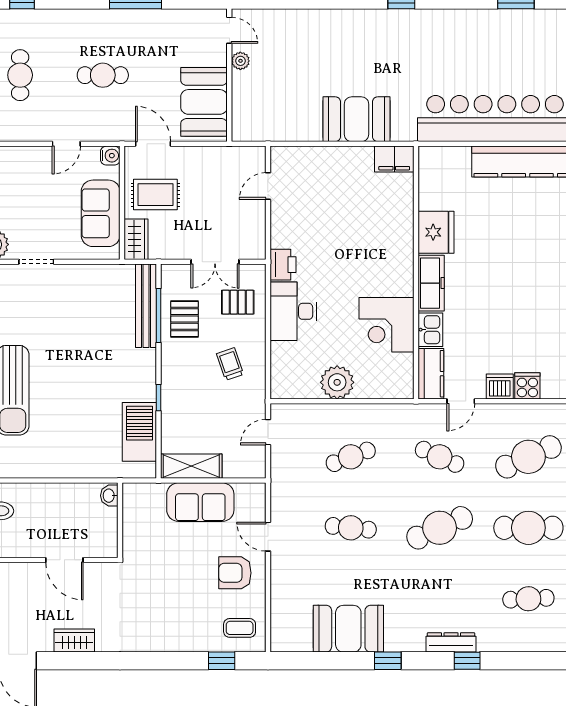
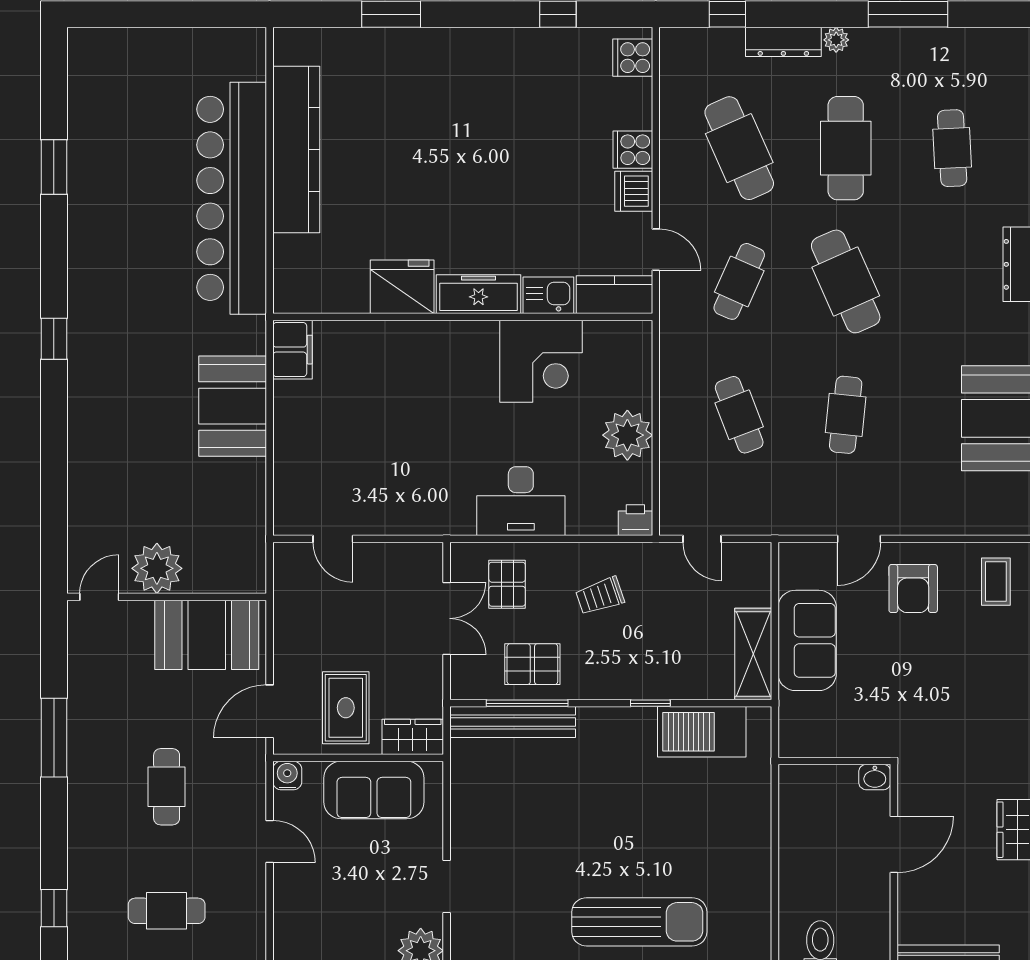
plant: (240, 61) -> (157, 568), width x1.88, depth x1.88
printer: (283, 265) -> (635, 520), moved, width x0.73, depth x0.81
washbasin: (109, 496) -> (875, 777), moved

